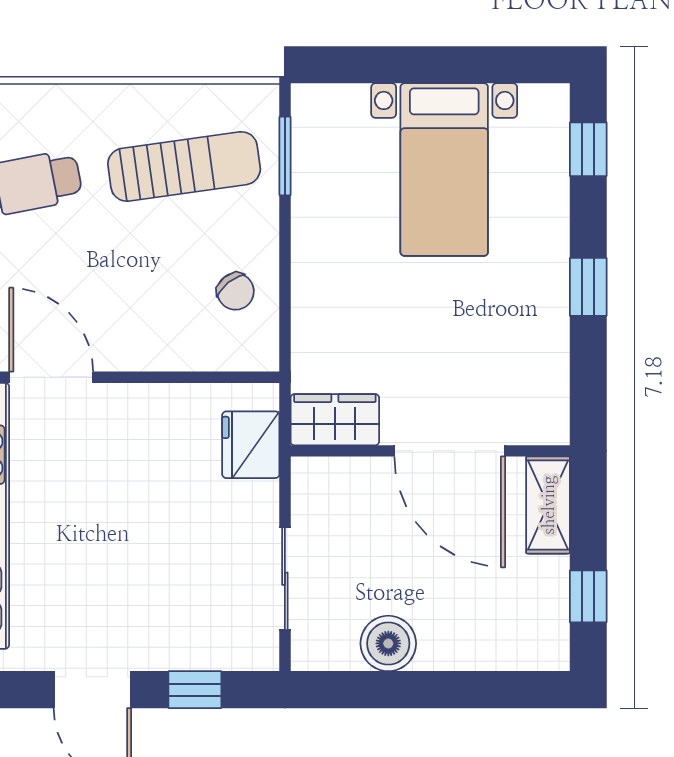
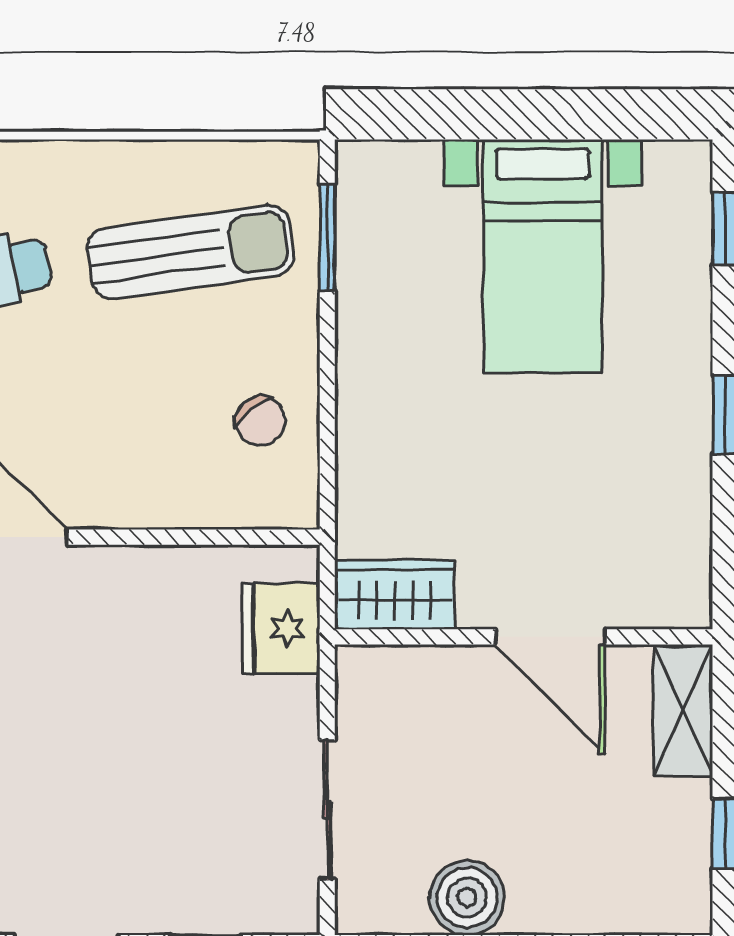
door: (450, 451) -> (550, 637), width x0.73

